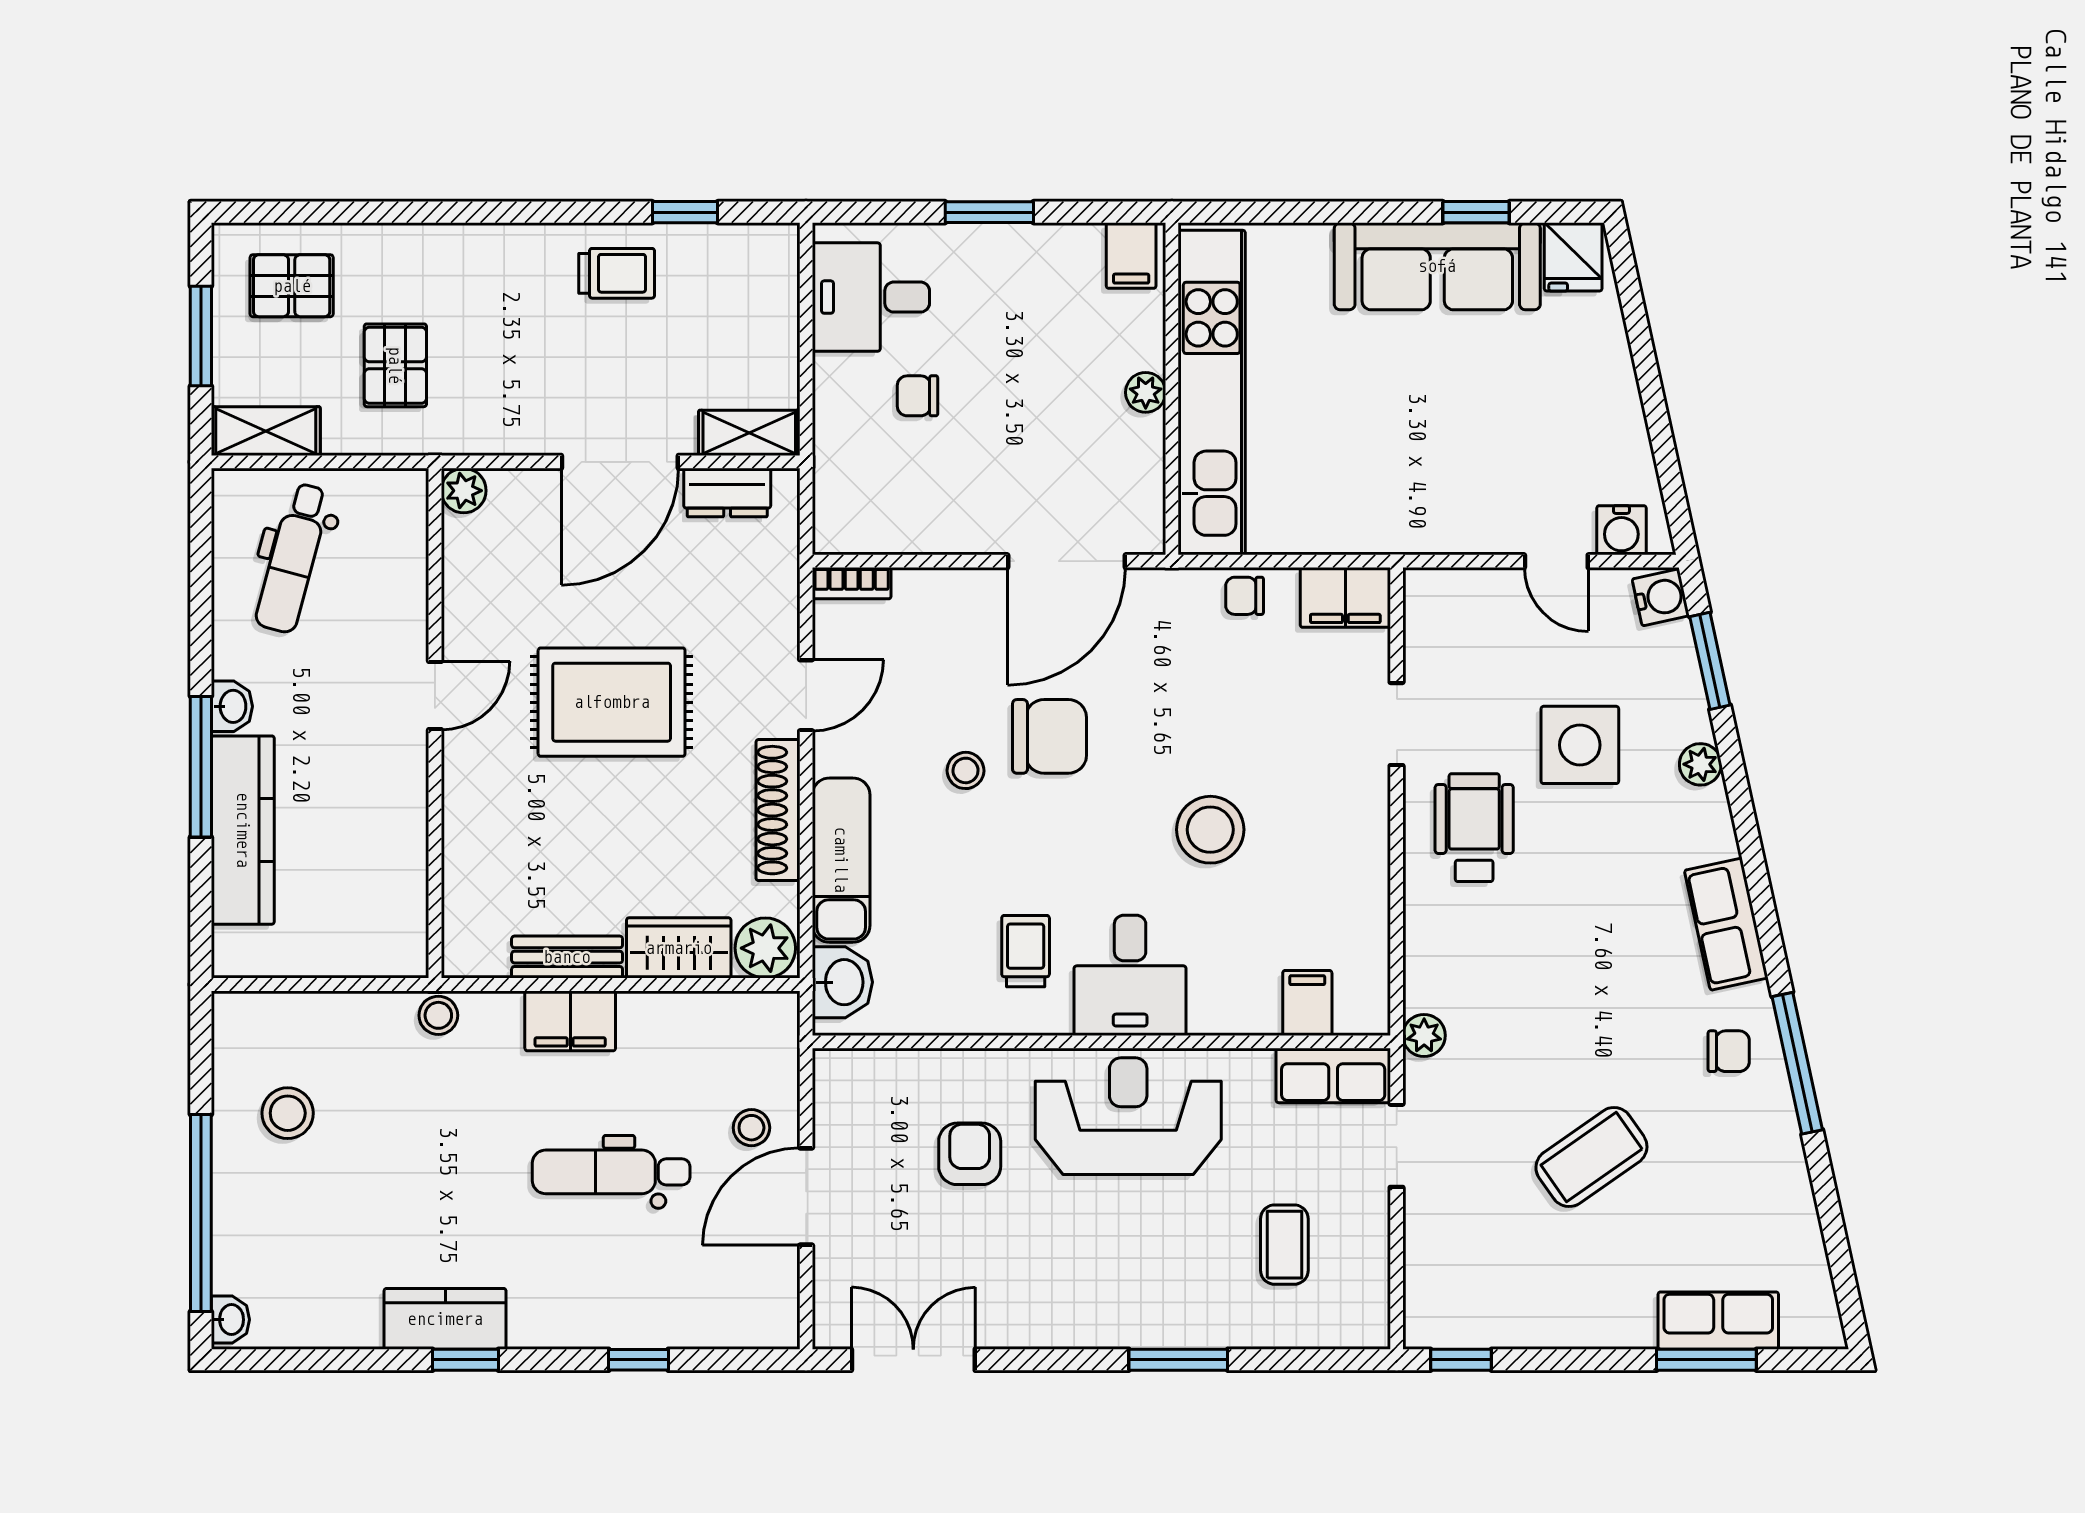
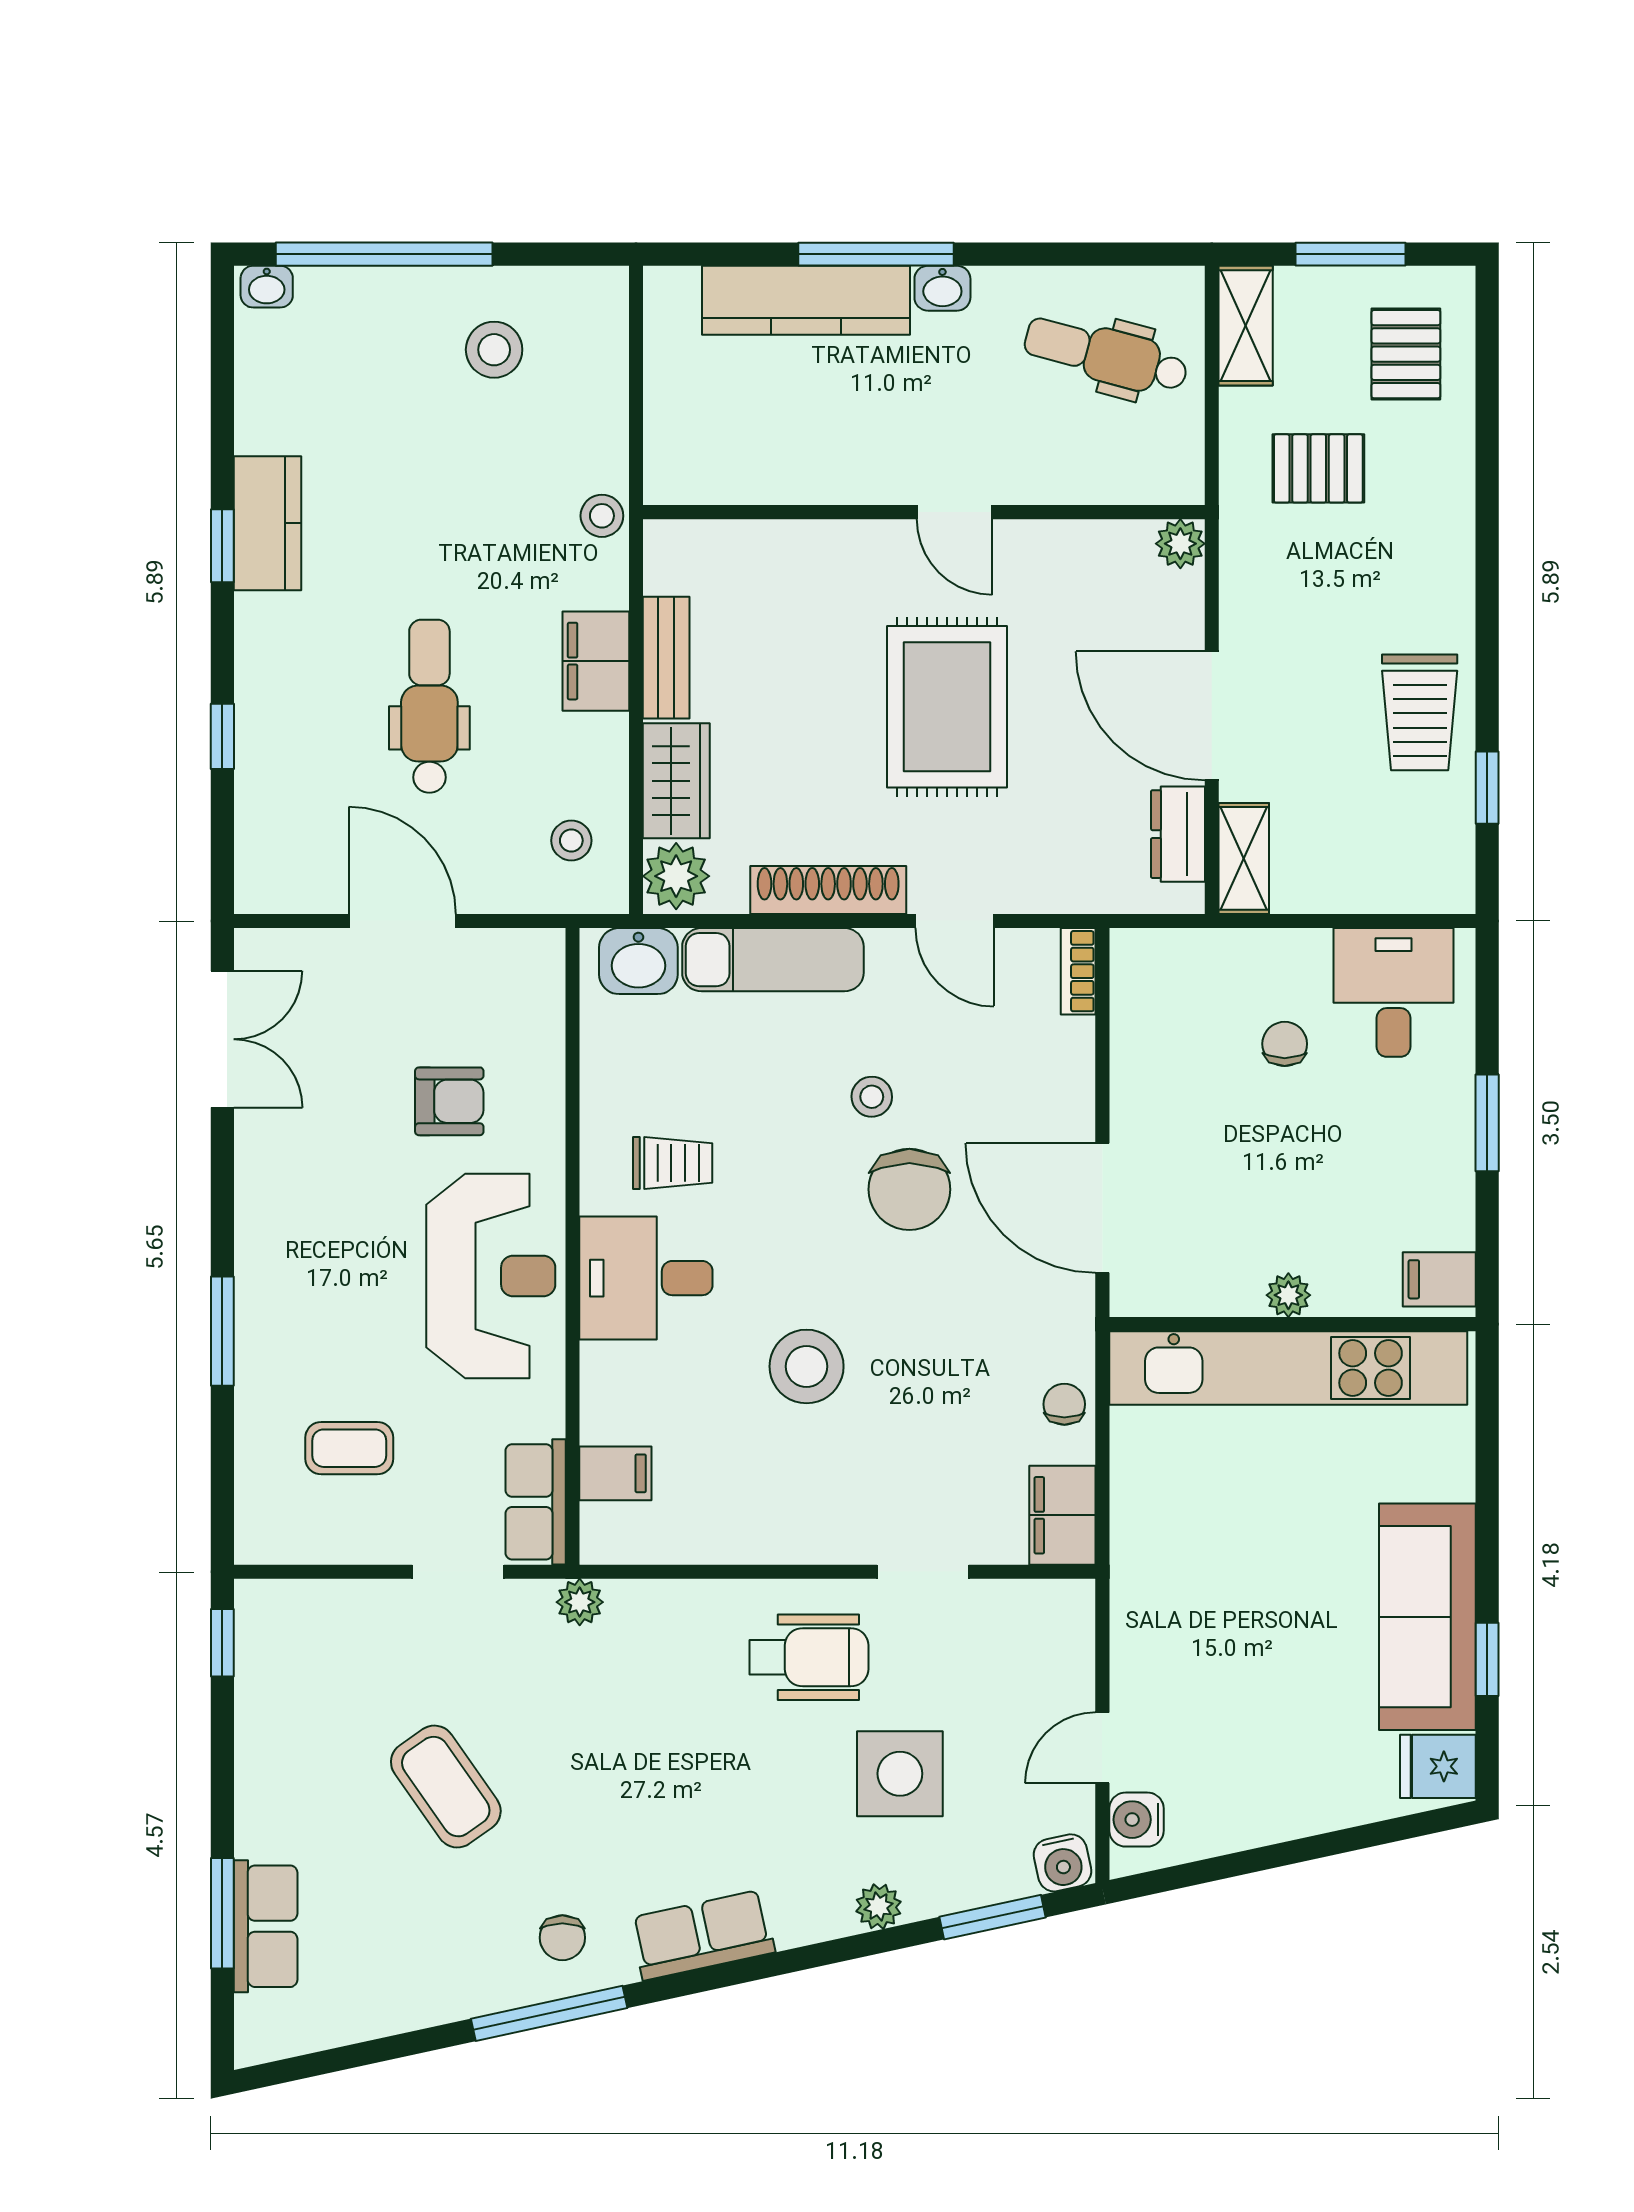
trolley: (617, 273) -> (1420, 712), width x1.36, depth x1.39
stool: (751, 1128) -> (571, 841), moved

